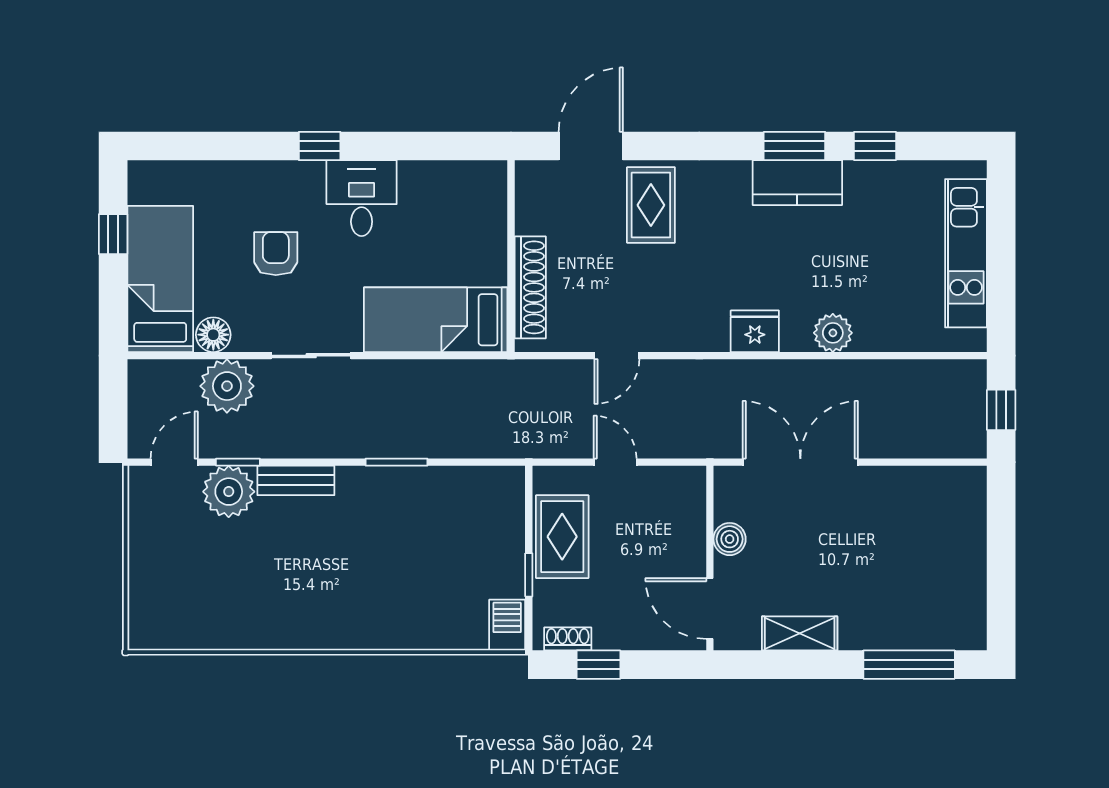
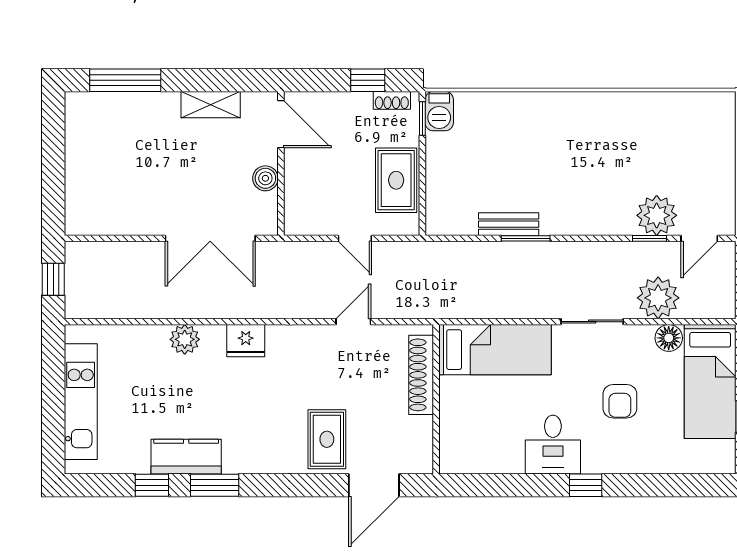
kitchen counter: (797, 183) -> (186, 457), moved
bench: (296, 480) -> (509, 224), moved
window: (529, 575) -> (422, 118), moved

